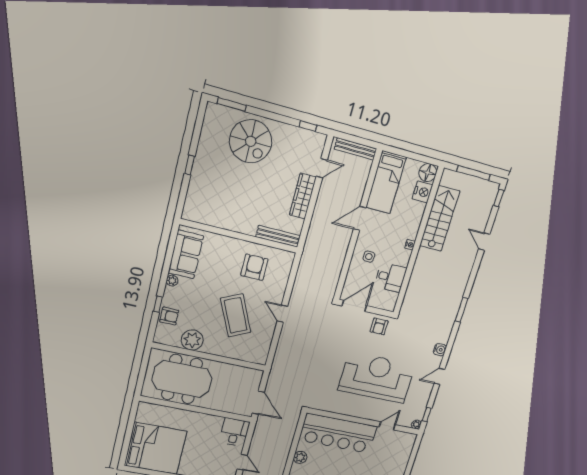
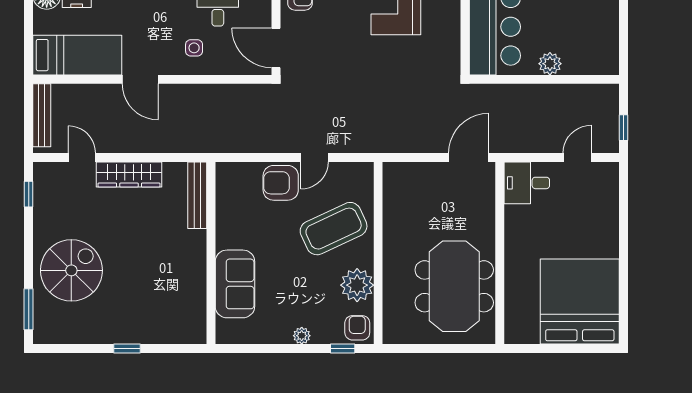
sofa: (186, 254) -> (235, 284), moved, turned 90
armchair: (254, 267) -> (281, 183), moved
plant: (192, 340) -> (357, 285), moved
wall: (209, 357) -> (378, 253), moved

